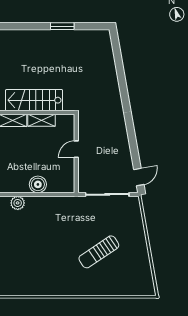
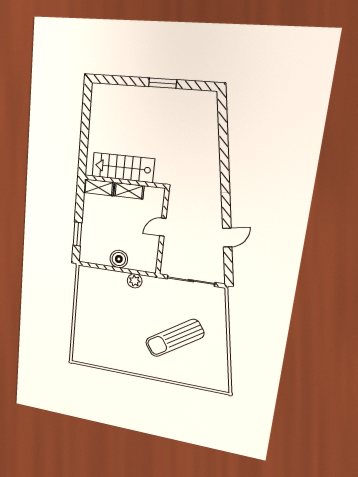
door: (139, 177) -> (227, 238), moved
plant: (18, 203) -> (135, 281), moved
sun lounger: (99, 252) -> (175, 338), width x1.36, depth x1.34

